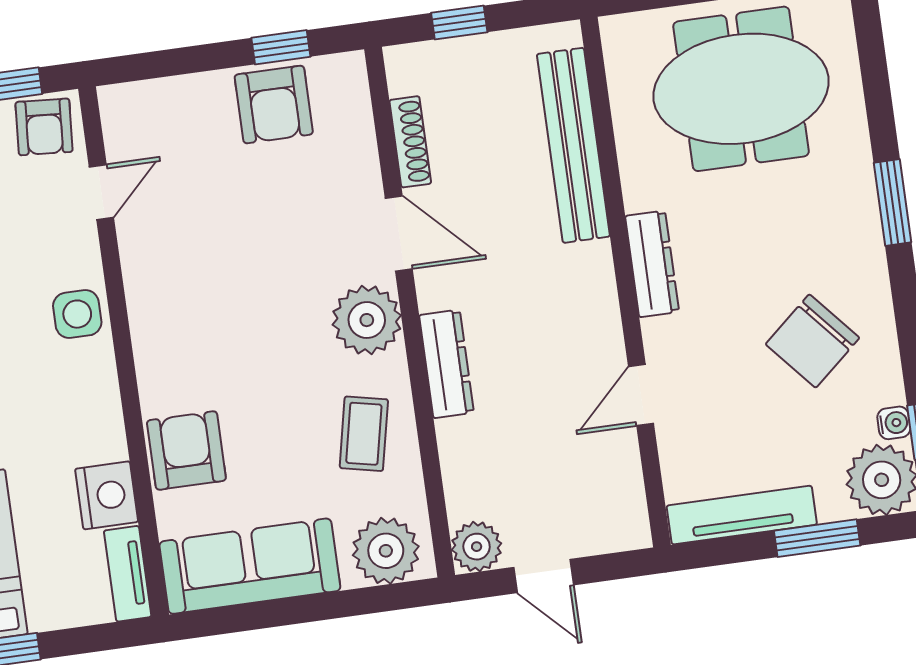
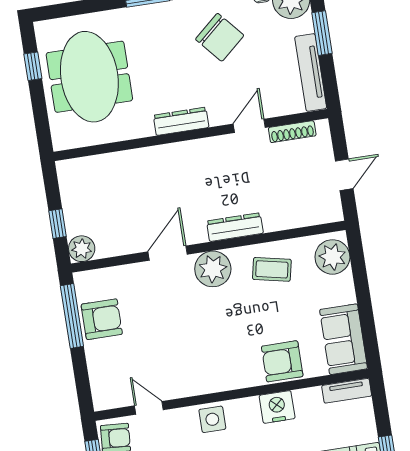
window: (281, 47) -> (72, 316), width x2.17
shoe rack: (410, 142) -> (292, 132), moved, turned 180
bench: (573, 145) -> (120, 163), removed
door: (641, 395) -> (249, 126), swing flipped
nightstand: (107, 495) -> (277, 407), moved
plant: (477, 547) -> (82, 249), moved
sofa: (250, 566) -> (344, 339), width x0.73

